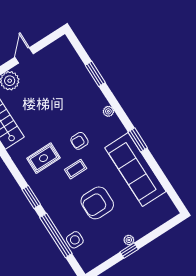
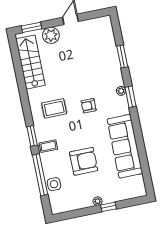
window: (138, 140) -> (130, 97), moved
coffee table: (76, 169) -> (48, 146), moved
armchair: (97, 203) -> (84, 161), turned 180
window: (129, 251) -> (109, 207), moved

